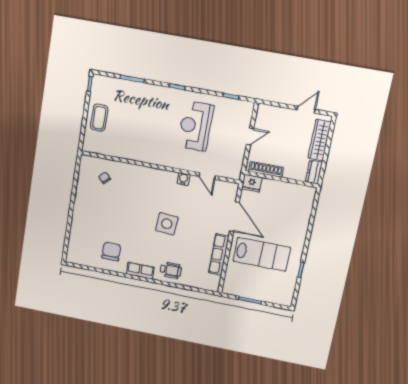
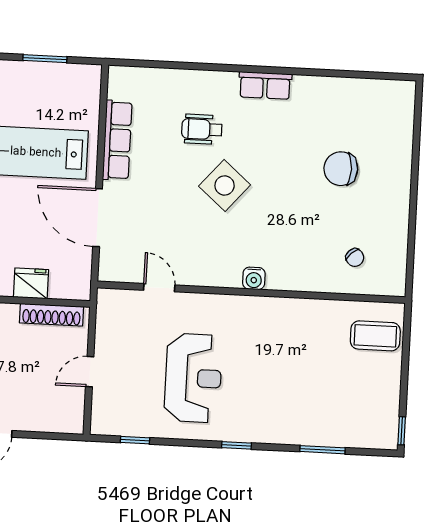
coffee table: (99, 118) -> (375, 336), moved, turned 90
water cooler: (183, 179) -> (254, 278), moved
fridge: (252, 183) -> (31, 283), moved
side table: (167, 224) -> (225, 186), turned 37
chair: (111, 251) -> (341, 169), moved, turned 90
wheelchair: (171, 270) -> (202, 129), moved

